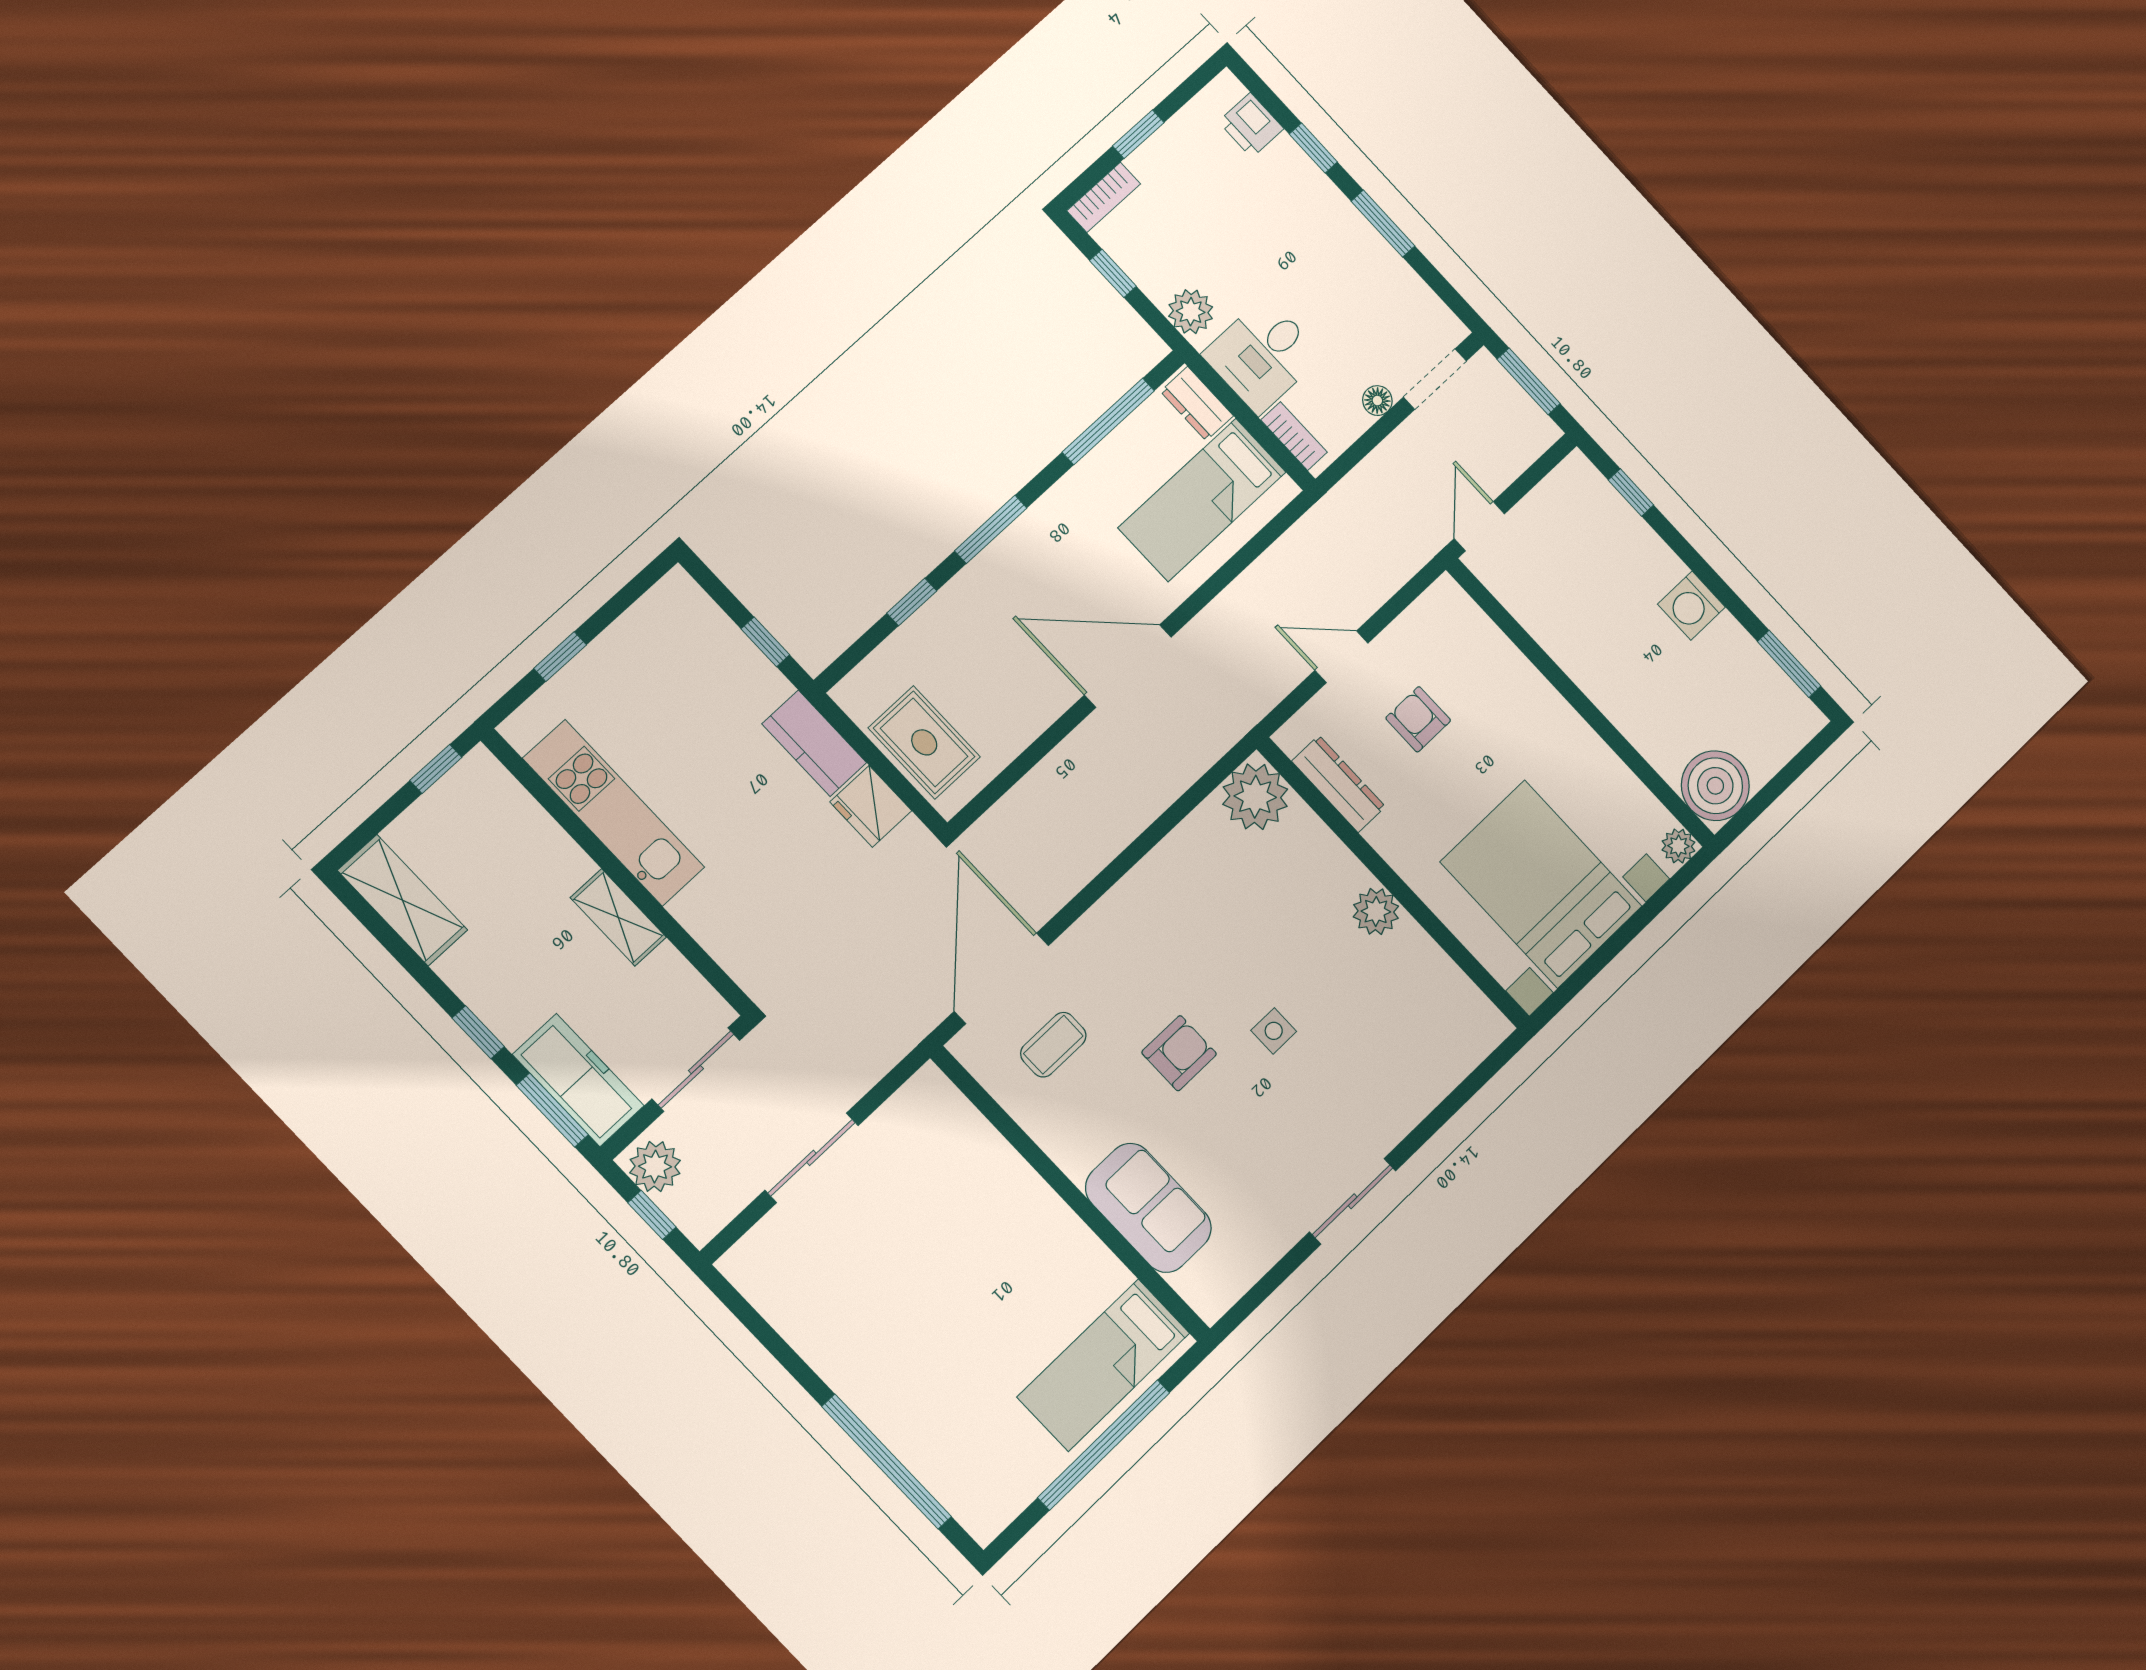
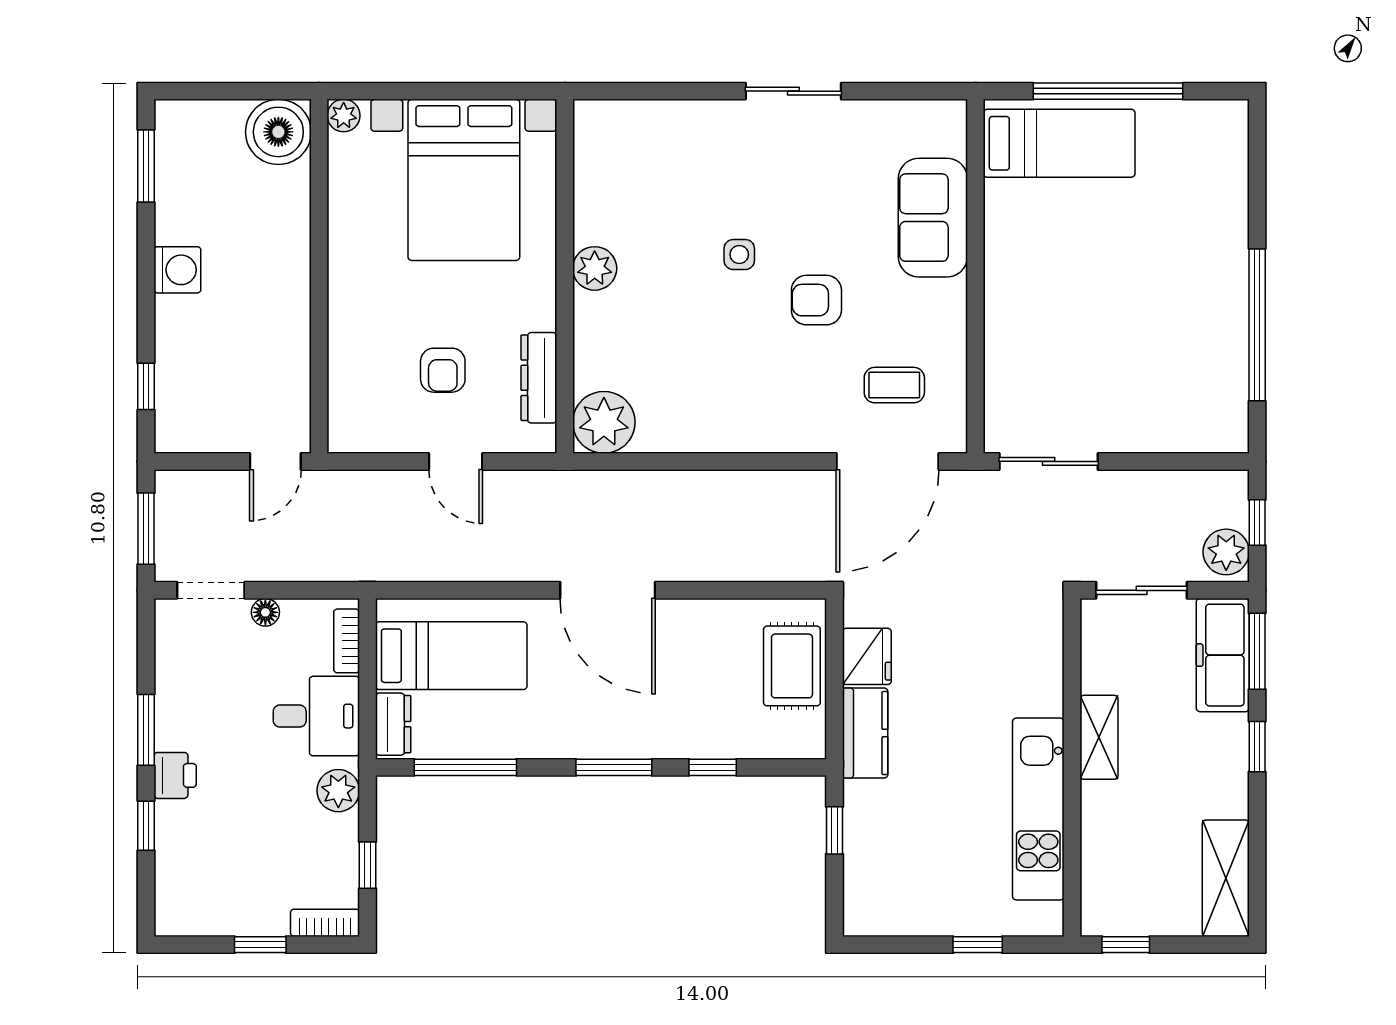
printer: (1251, 125) -> (175, 775), moved
sliding door: (812, 1158) -> (1049, 461), moved
window: (887, 1462) -> (1257, 325), moved

